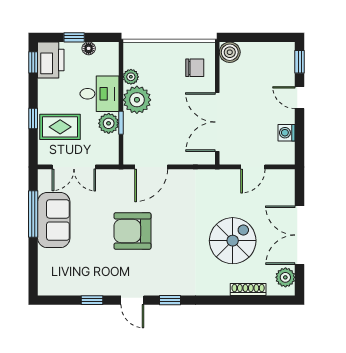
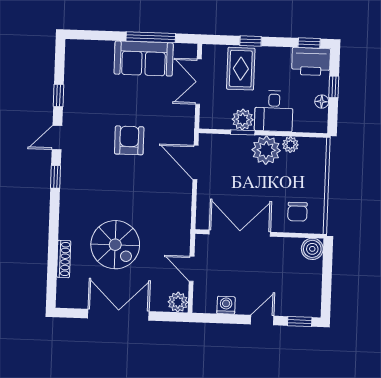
armchair: (132, 231) -> (129, 140), width x0.73, depth x0.73
plant: (285, 277) -> (178, 302), moved

